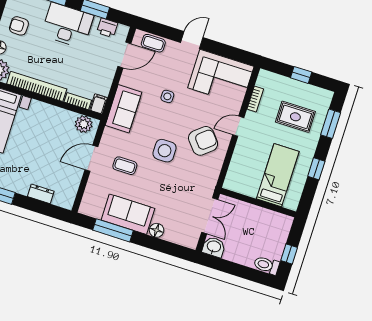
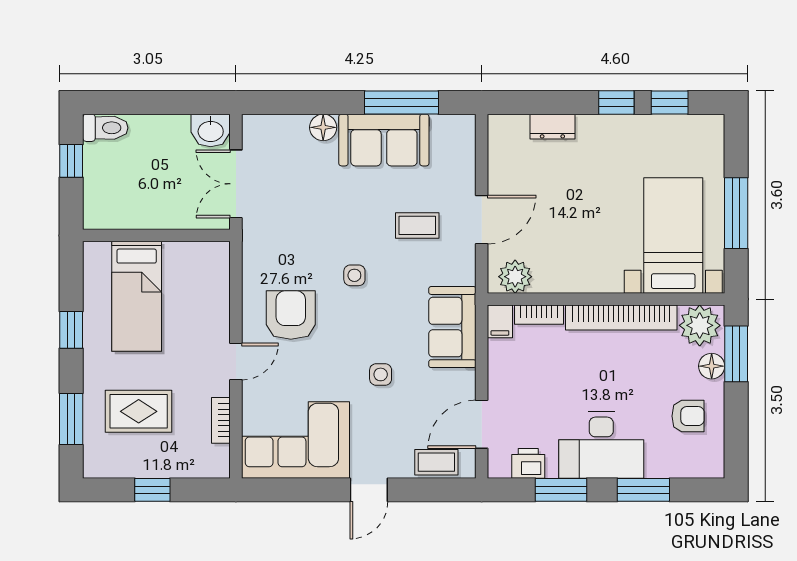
armchair: (203, 141) -> (291, 315), turned 130
side table: (165, 151) -> (354, 275), width x0.54, depth x0.54

